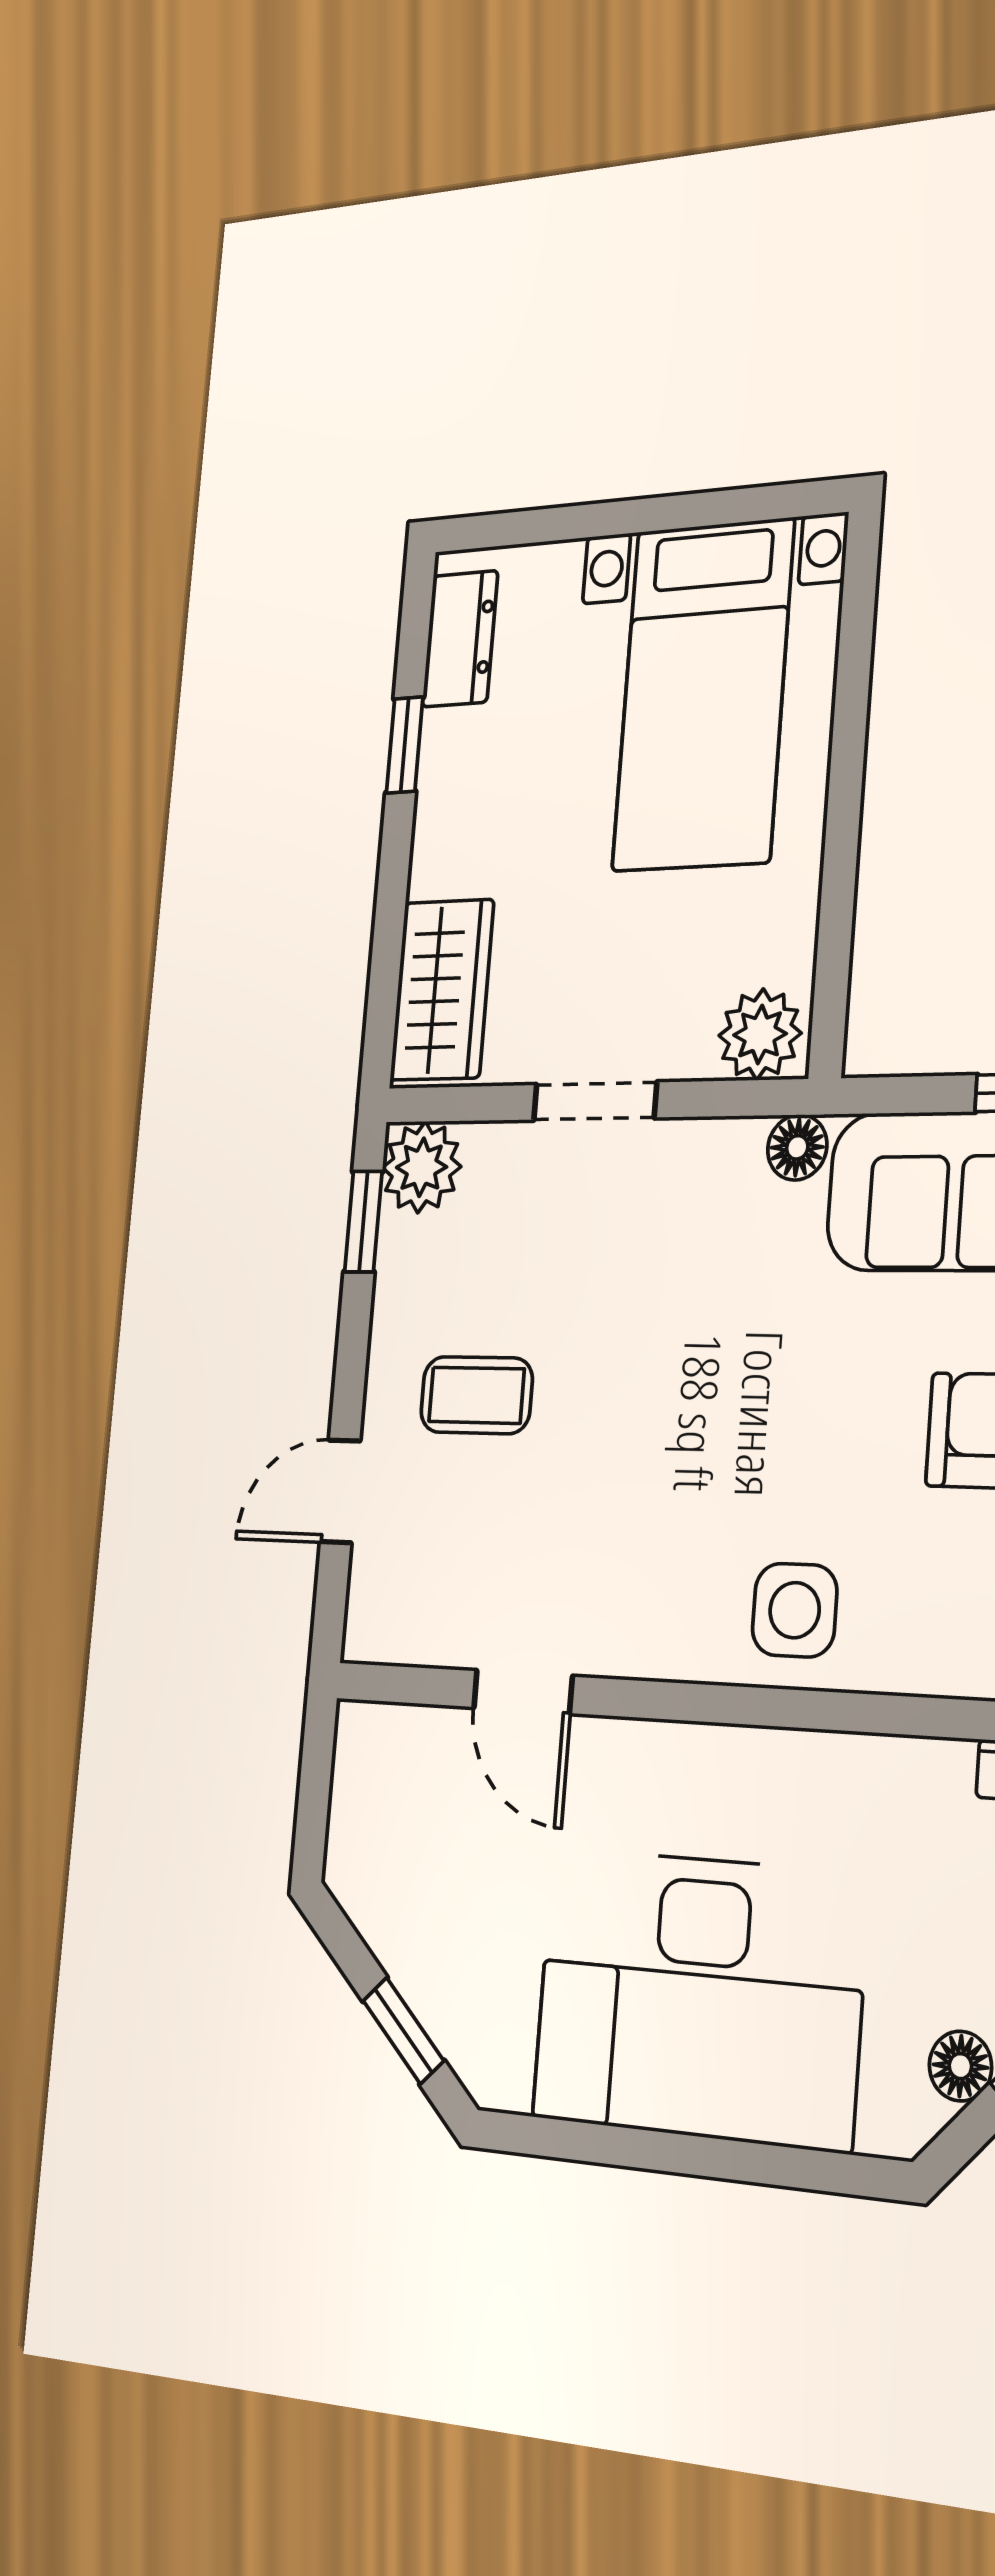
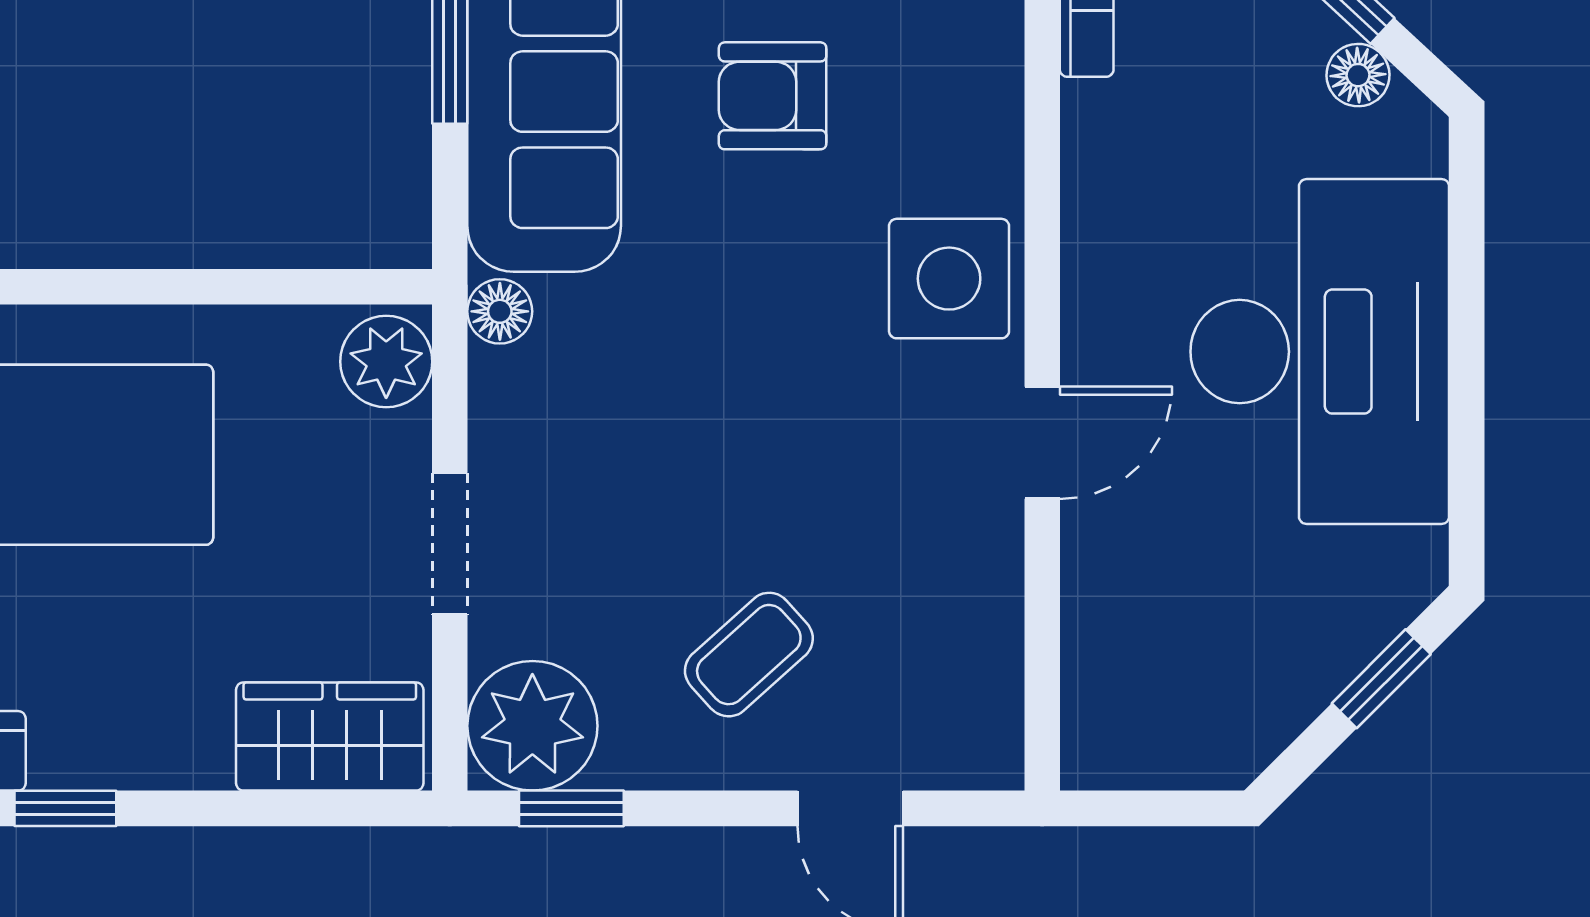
plant: (422, 1167) -> (532, 726), width x1.36, depth x1.36
coffee table: (476, 1395) -> (749, 655), turned 48
side table: (795, 1610) -> (949, 279), width x1.37, depth x1.37
door: (523, 1692) -> (1042, 443), moved

